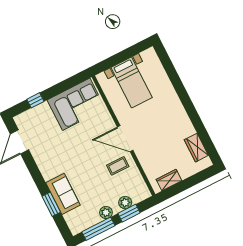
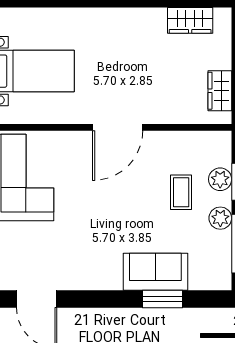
coffee table: (118, 166) -> (181, 192), moved

